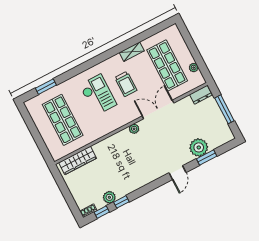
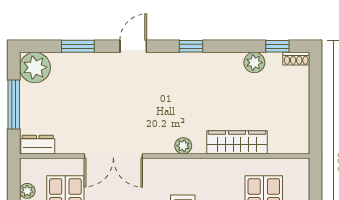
plant: (134, 129) -> (183, 146), moved
plant: (199, 147) -> (35, 67), moved
wardrobe: (78, 160) -> (237, 142), moved
window: (121, 202) -> (191, 46), moved

